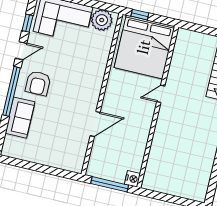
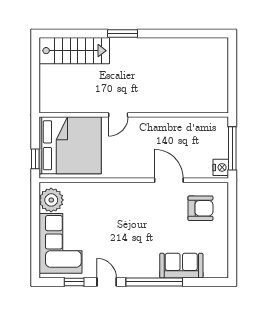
armchair: (38, 83) -> (200, 208), moved
door: (161, 94) -> (118, 115), hinge flipped
nightstand: (132, 179) -> (221, 167), moved, turned 90

